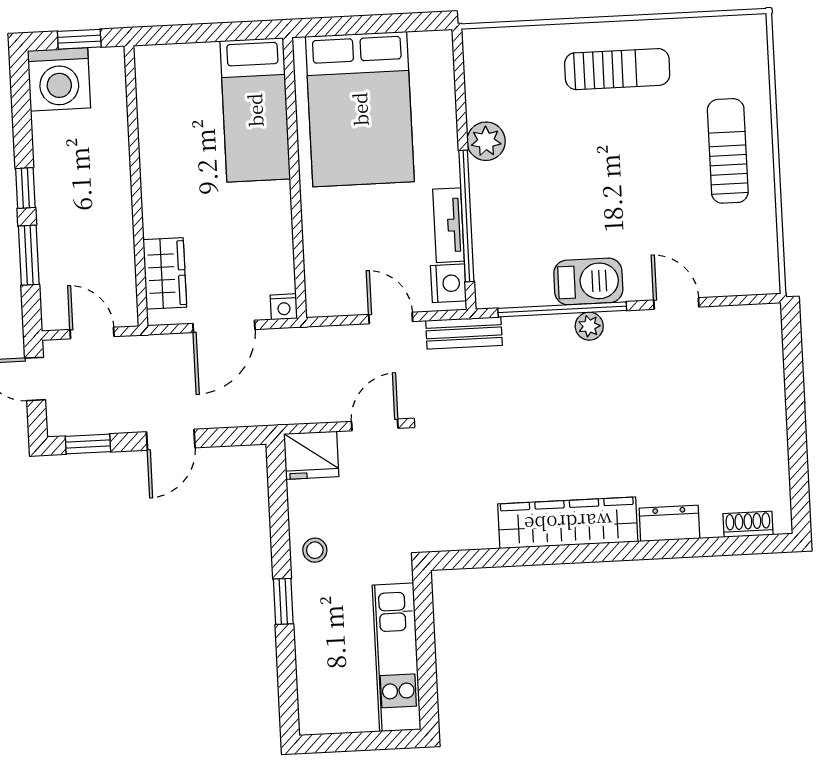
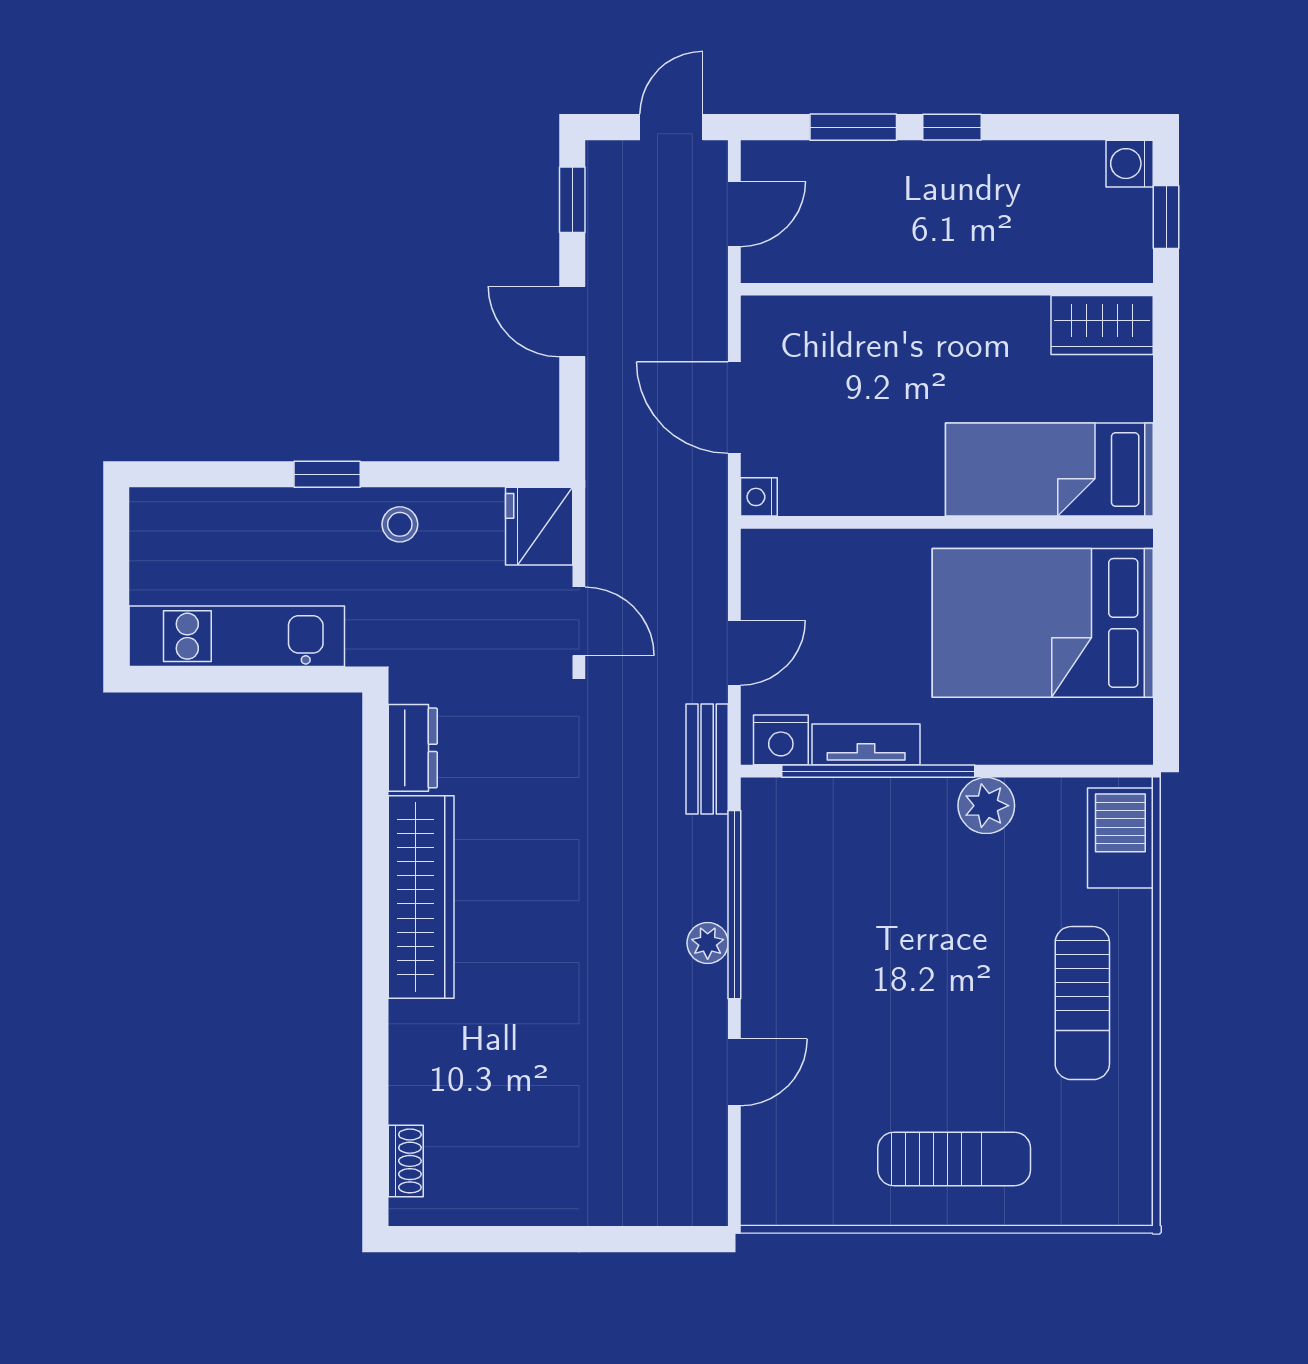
washing machine: (59, 79) -> (1130, 164), width x0.53, depth x0.53
wardrobe: (165, 273) -> (1102, 325), moved
barbecue: (588, 281) -> (1120, 838), moved, turned 180
dresser: (669, 523) -> (413, 748), moved

